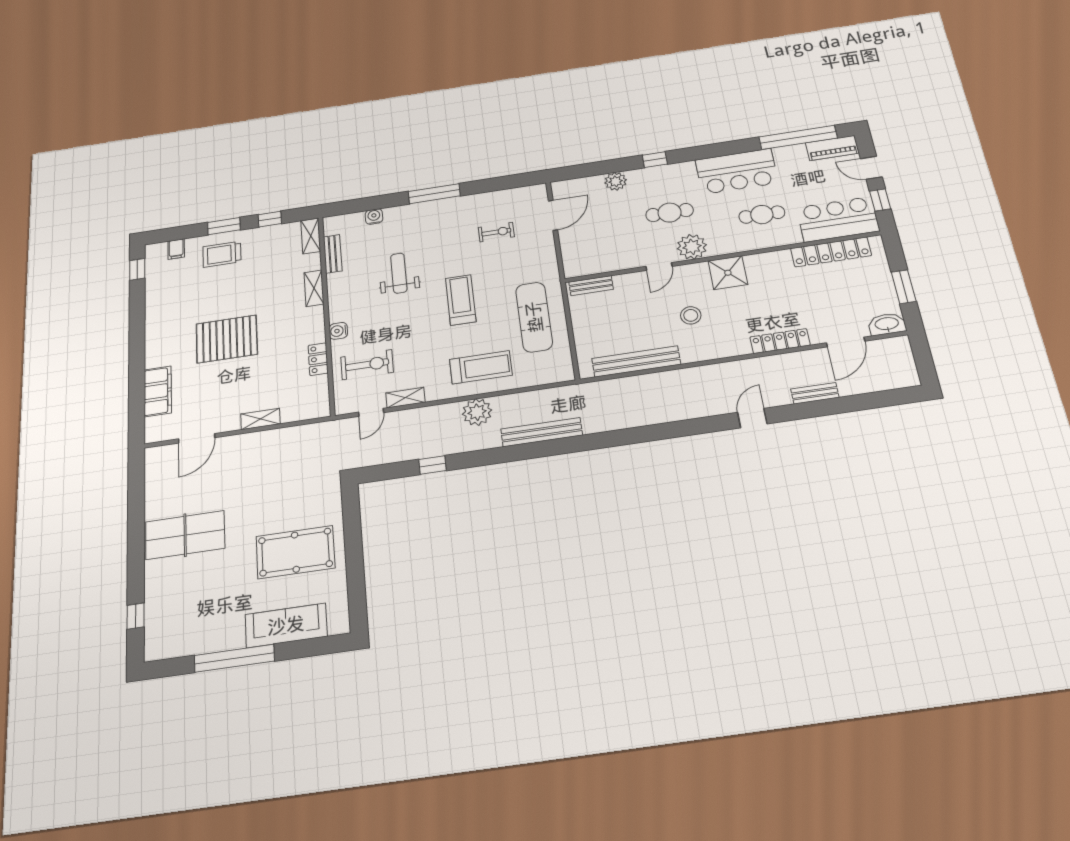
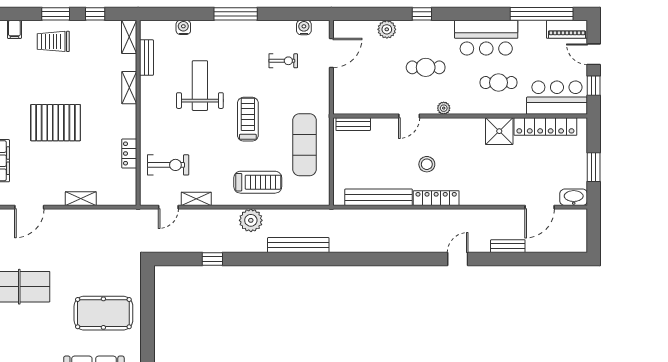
plant: (692, 247) -> (444, 108), width x0.53, depth x0.53
weight bench: (399, 273) -> (200, 86), width x1.36, depth x1.33
shower: (728, 273) -> (499, 131), moved
water cooler: (338, 331) -> (304, 27), moved, turned 90
locker: (780, 341) -> (436, 198), moved

